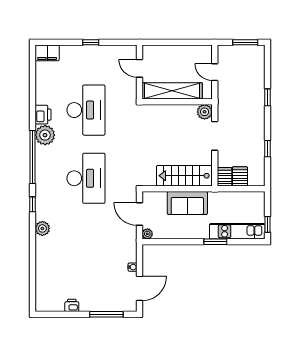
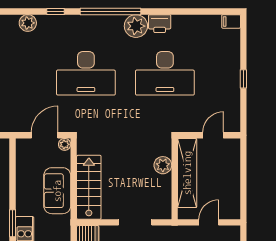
filing cabinet: (47, 53) -> (231, 21), width x0.50
plant: (205, 112) -> (163, 165), moved
plant: (147, 234) -> (65, 144), moved

